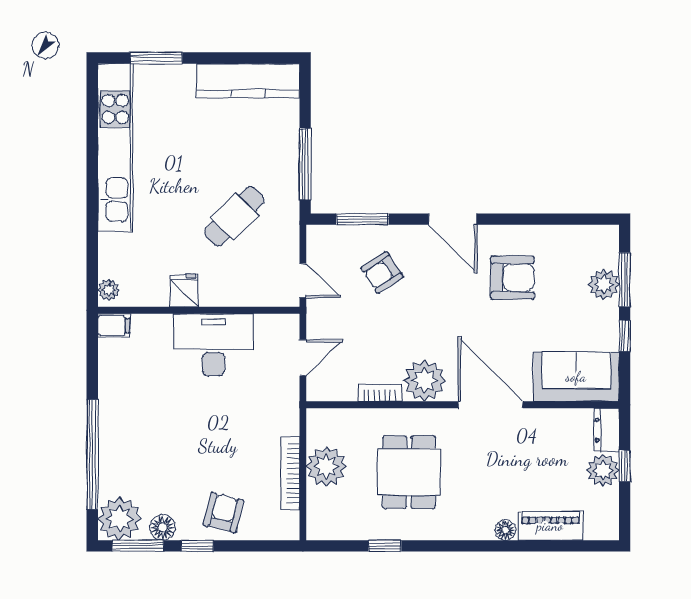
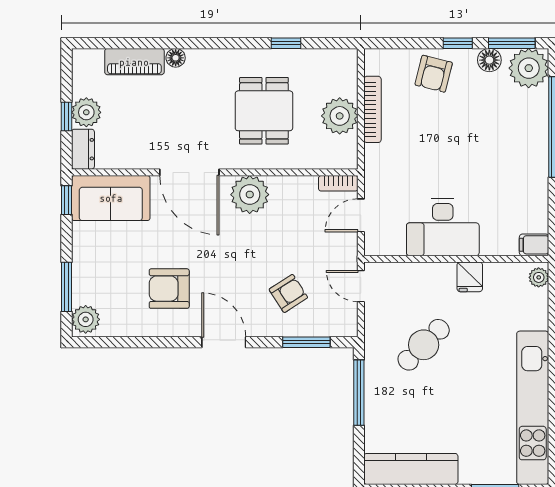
plant: (604, 284) -> (86, 319), moved
window: (625, 336) -> (67, 200), moved
bookcase: (380, 393) -> (338, 183), moved

